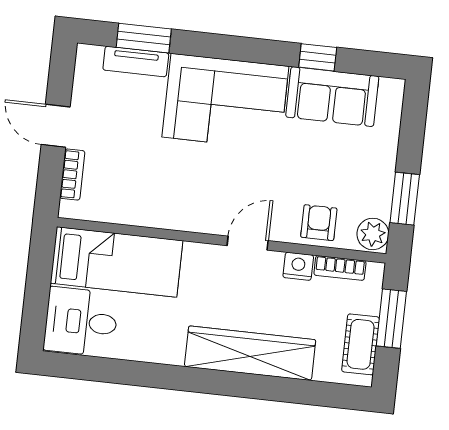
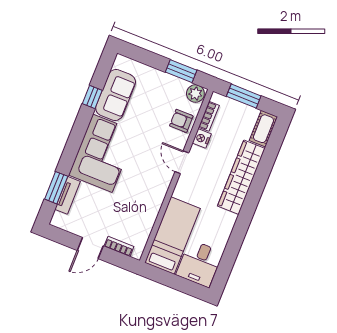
cot: (361, 344) -> (263, 129), moved, turned 90

